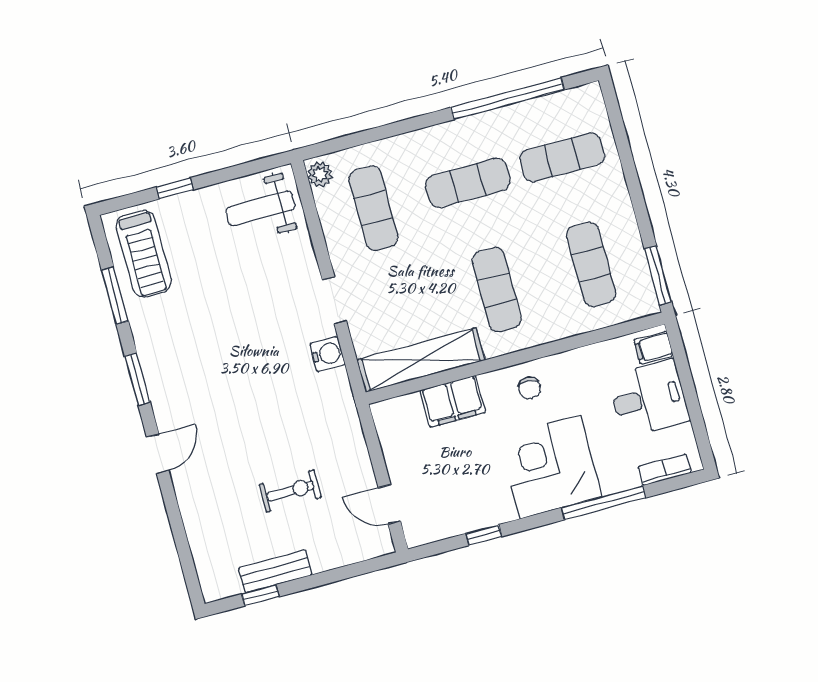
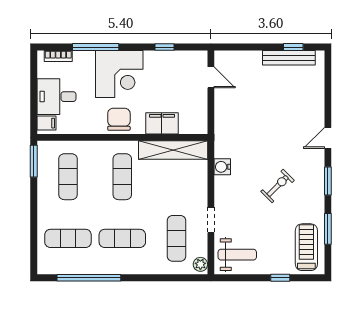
doorway: (334, 300) -> (211, 220), moved
chair: (529, 388) -> (119, 119), width x1.87, depth x1.87
exercise bike: (290, 491) -> (278, 186), moved, turned 135
bench: (275, 571) -> (289, 58), width x1.36

